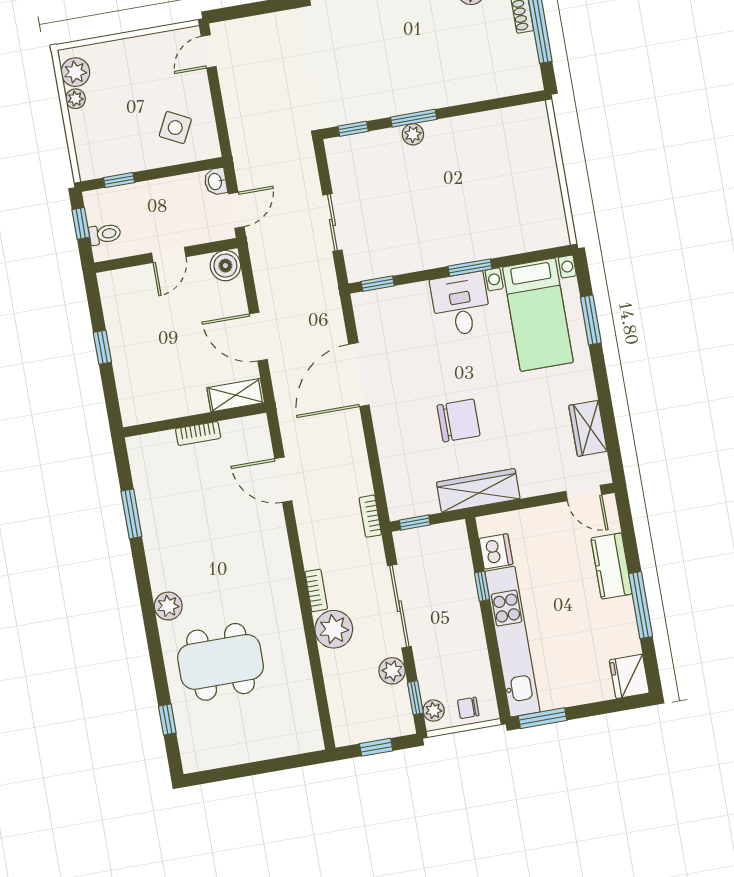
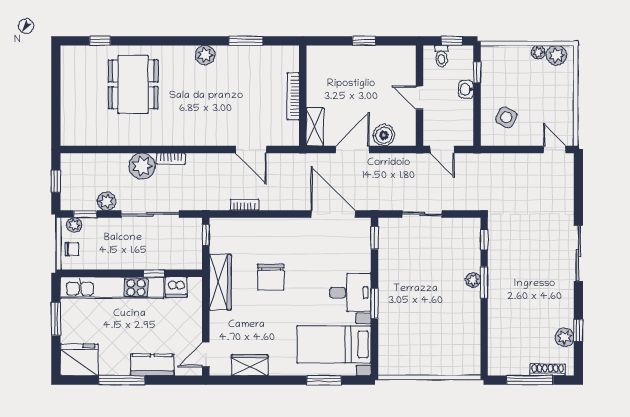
washbasin: (216, 181) -> (466, 89), moved, turned -90
boiler: (225, 266) -> (384, 135), moved
door: (359, 375) -> (333, 214), moved
bookcase: (198, 433) -> (293, 96), width x1.56
door: (283, 480) -> (251, 149), swing flipped
bookcase: (370, 516) -> (244, 205), moved
plant: (168, 606) -> (205, 55), moved
fridge: (629, 676) -> (79, 360), width x1.36, depth x1.34
chair: (468, 708) -> (72, 249), turned 90
window: (542, 718) -> (56, 319), moved

